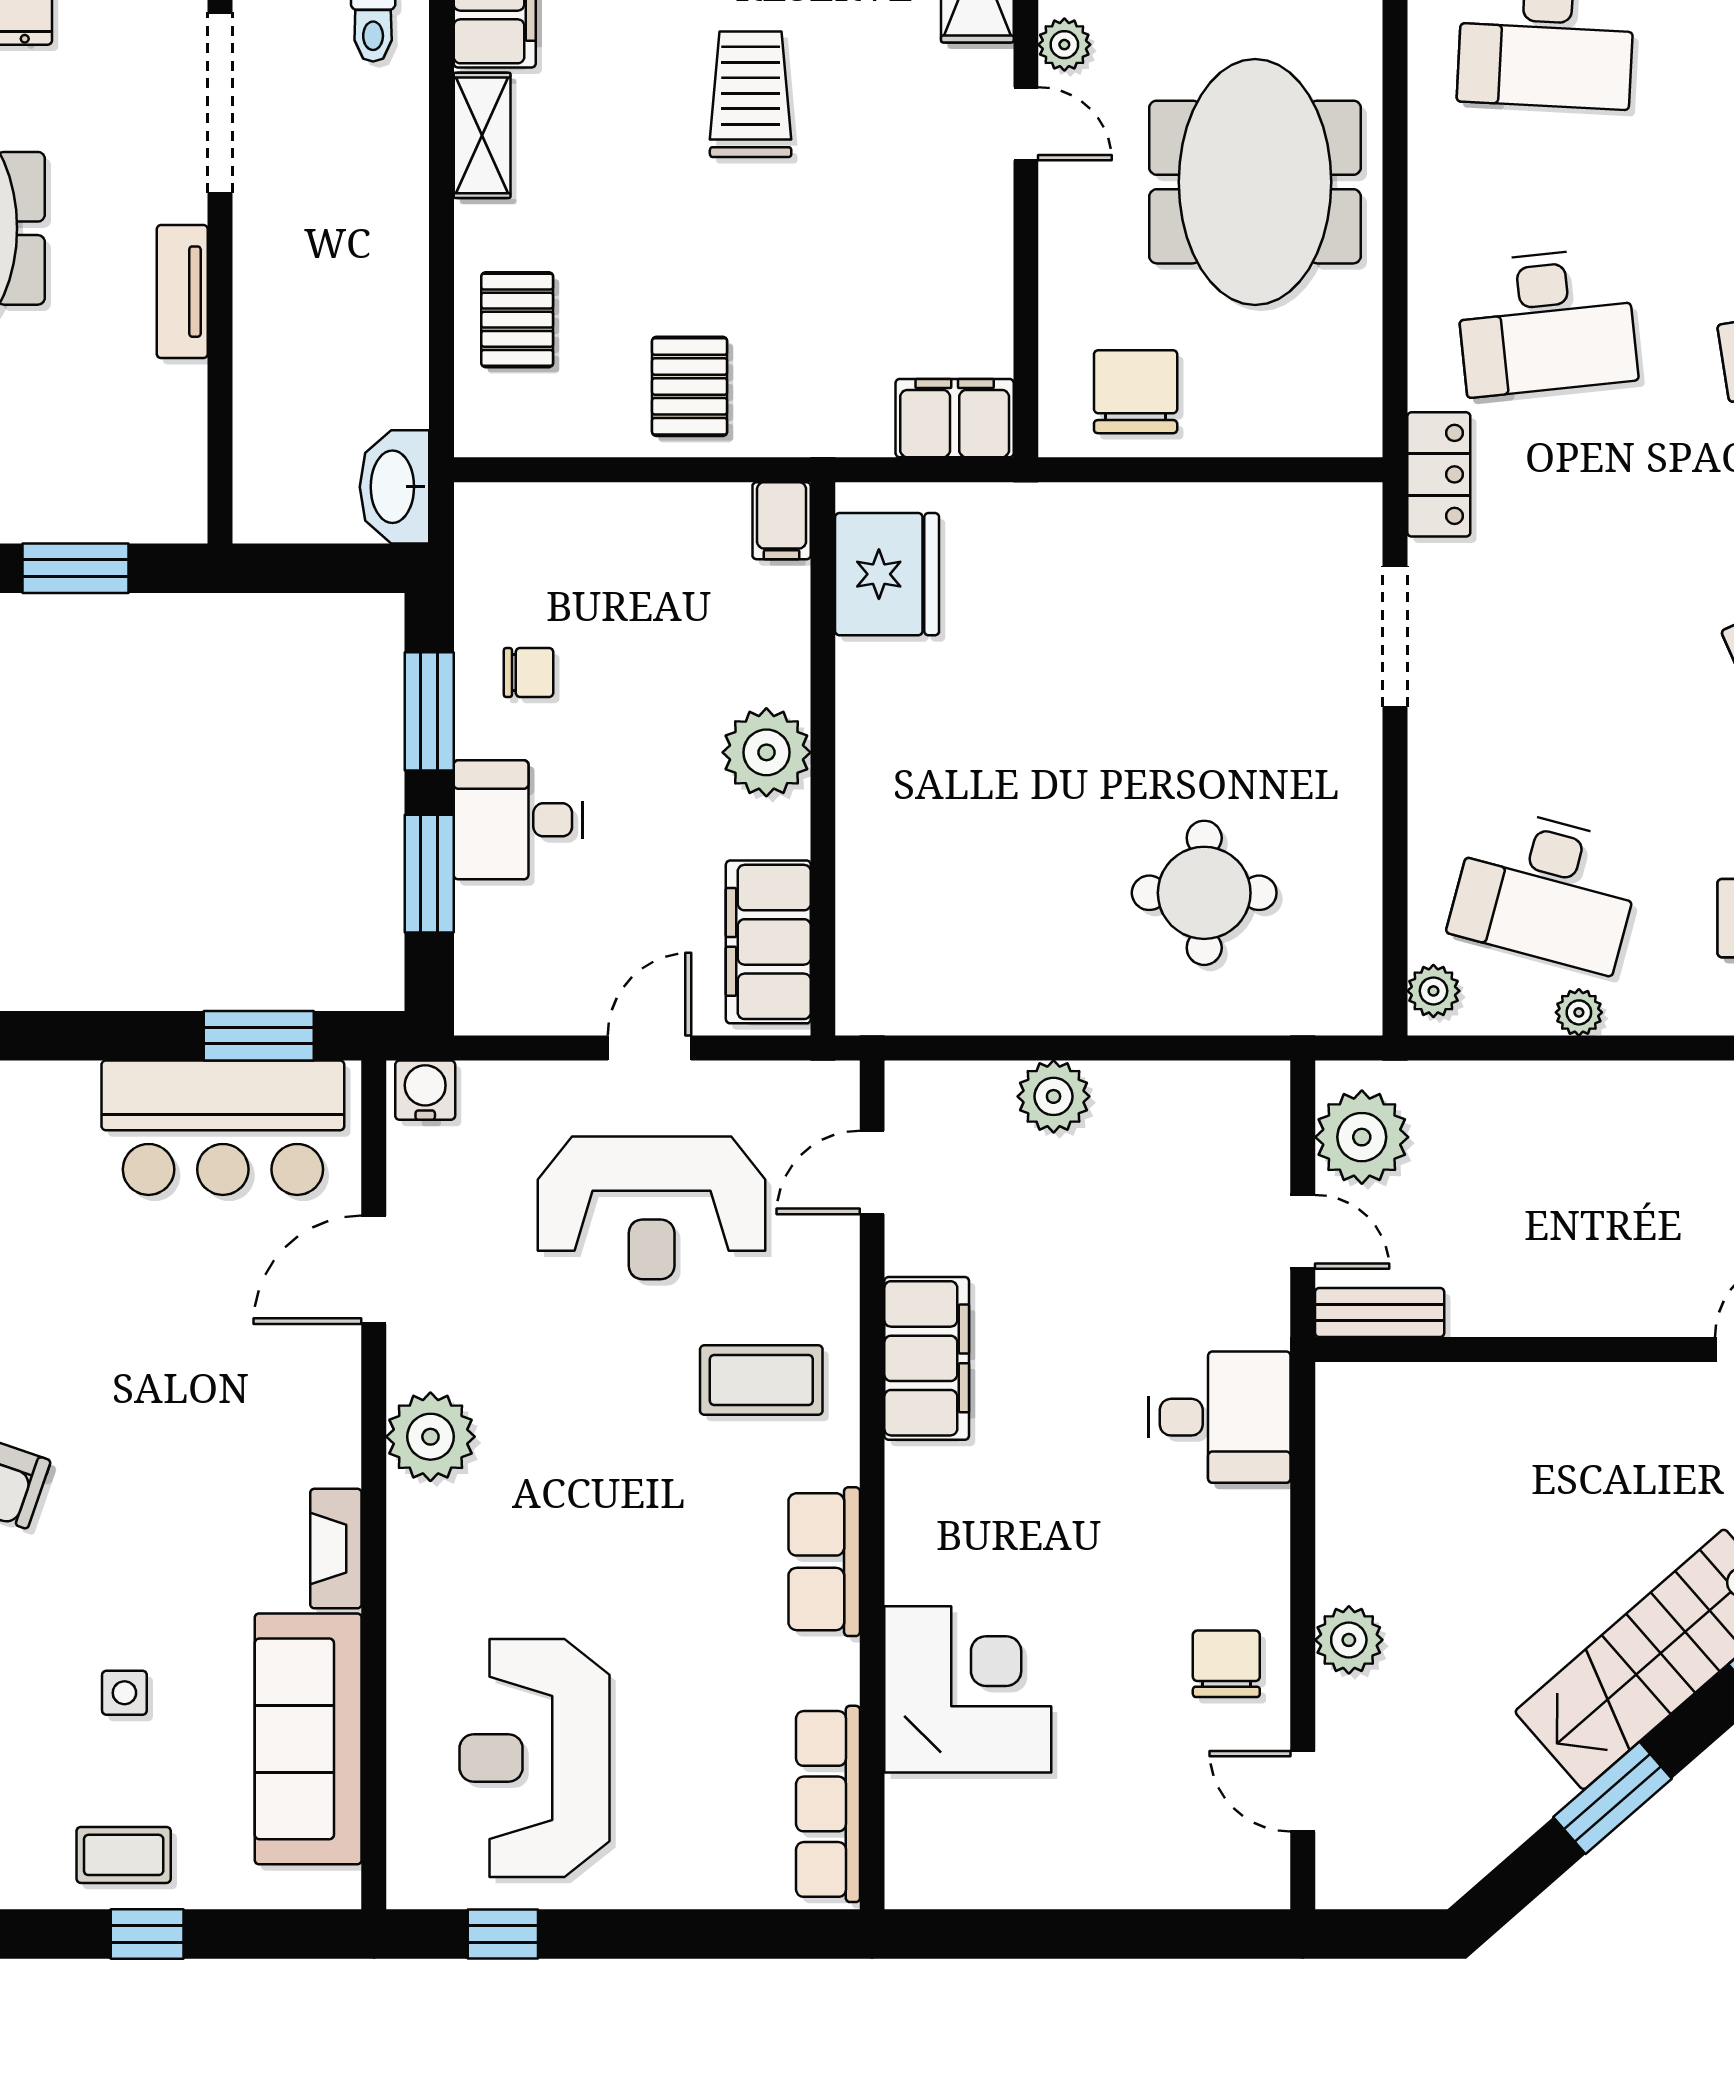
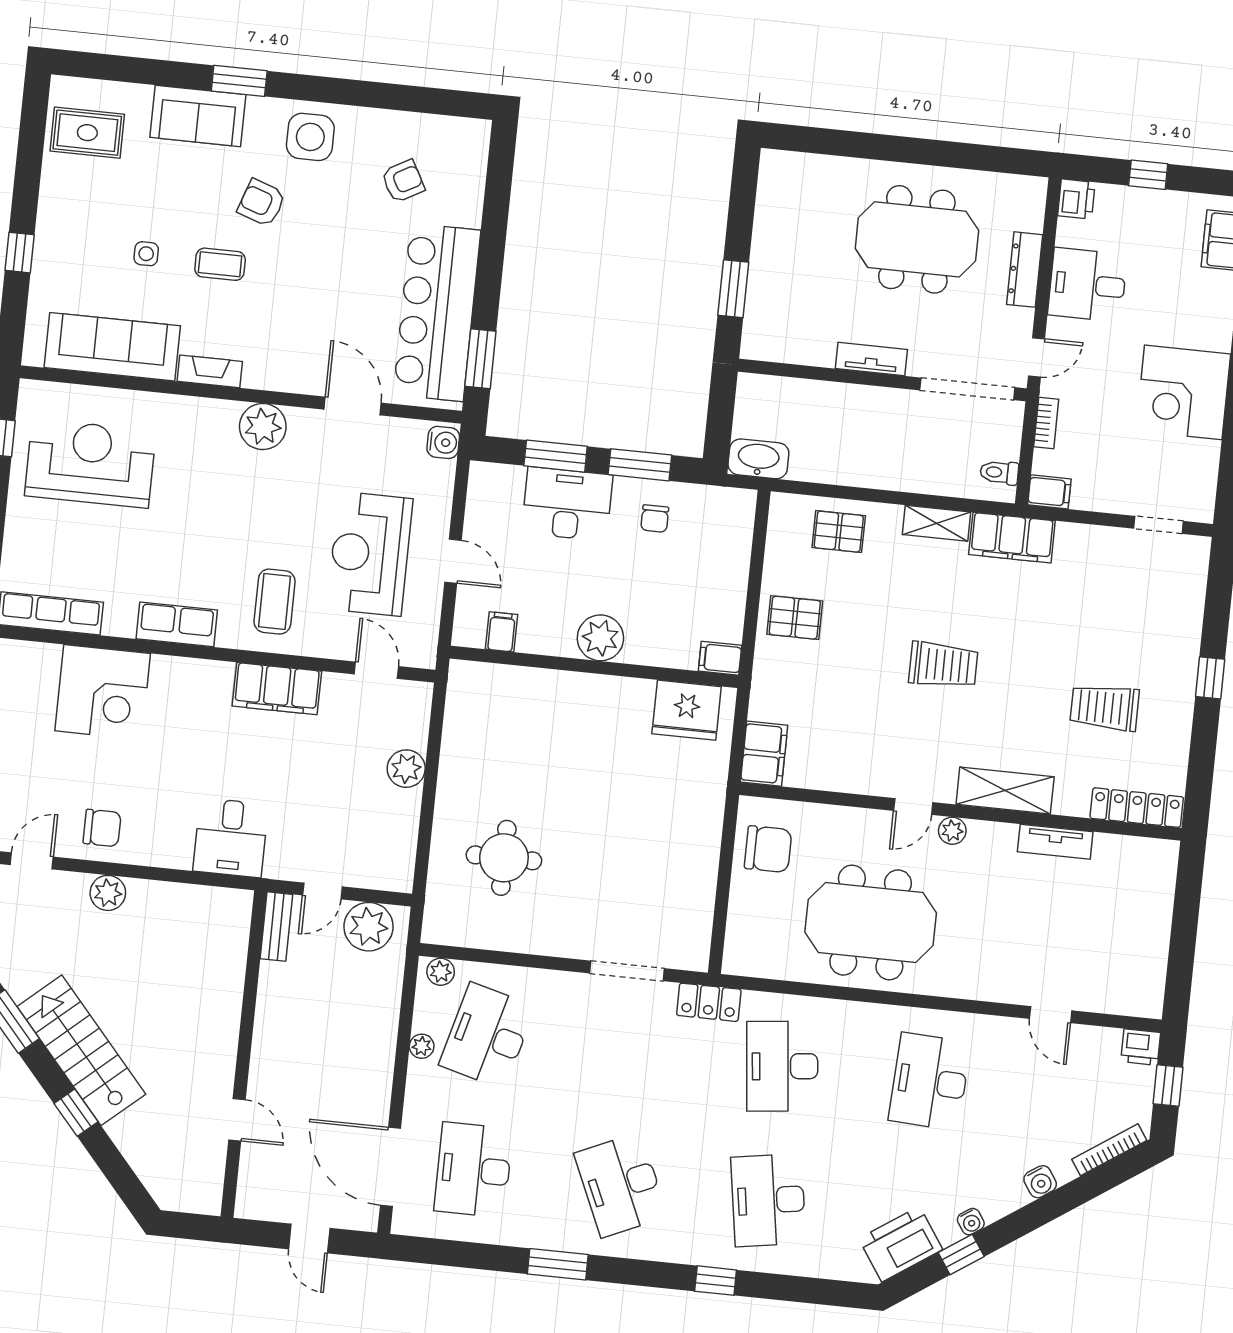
desk: (518, 820) -> (567, 504), width x1.37
filing cabinet: (768, 942) -> (501, 632), width x0.33, depth x0.86
bar counter: (223, 1128) -> (437, 312), width x1.36
coffee table: (124, 1855) -> (220, 264), moved, turned 90

